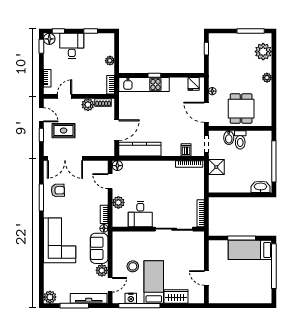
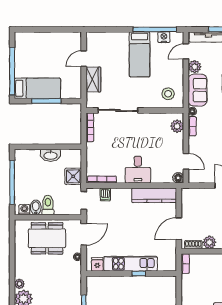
plant: (110, 61) -> (186, 289), removed
plant: (267, 78) -> (19, 284), moved
kitchen unit: (144, 85) -> (131, 264), moved
dining table: (241, 109) -> (47, 238), width x1.38
door: (206, 112) -> (84, 234), hinge flipped
door: (117, 130) -> (179, 229), moved
washing machine: (262, 136) -> (24, 210), added
bidet: (229, 138) -> (36, 207), moved
washbasin: (260, 187) -> (50, 155), moved
plant: (118, 202) -> (177, 126), moved
desk: (140, 214) -> (138, 170), moved, turned 180
stool: (133, 266) -> (168, 94), moved
door: (206, 278) -> (84, 59), swing flipped
wardrobe: (176, 296) -> (93, 79), moved, turned -90

